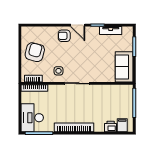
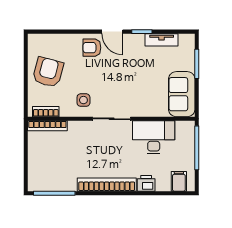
desk: (32, 118) -> (154, 137), moved, turned 90
printer: (111, 126) -> (146, 183), moved

